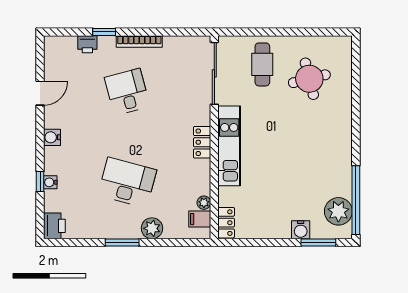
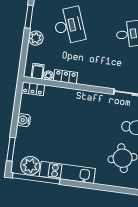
locker: (202, 142) -> (66, 77), moved
kitchen unit: (229, 146) -> (67, 172), moved, turned 180
desk: (127, 183) -> (69, 26), turned -36
water cooler: (301, 230) -> (24, 120), moved

